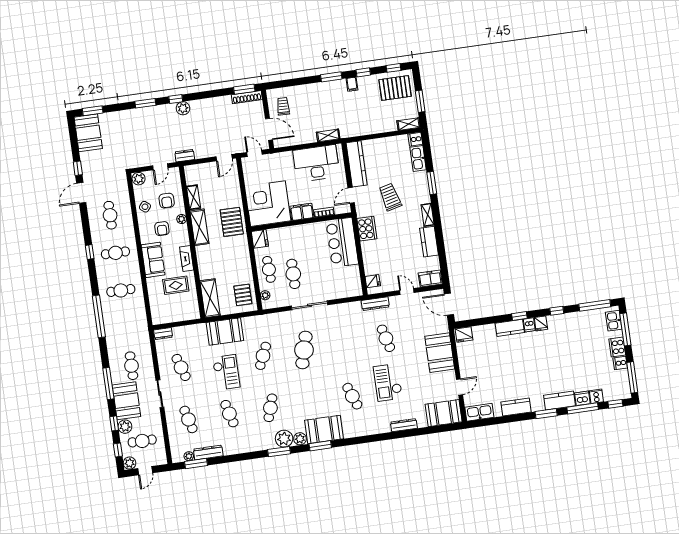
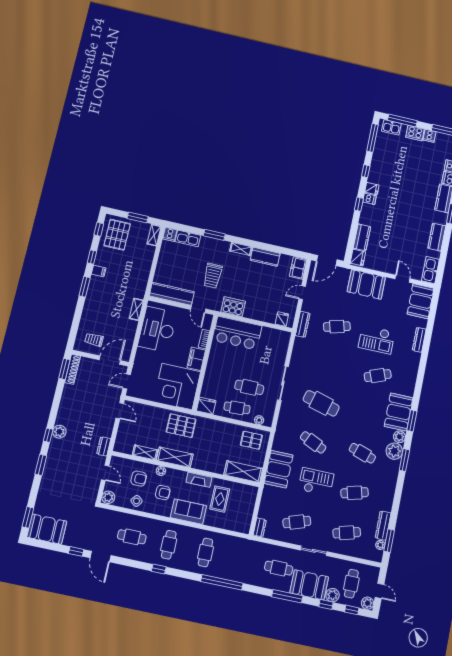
trolley: (390, 197) -> (213, 276), turned -76
kitchen counter: (510, 328) -> (362, 237), moved

